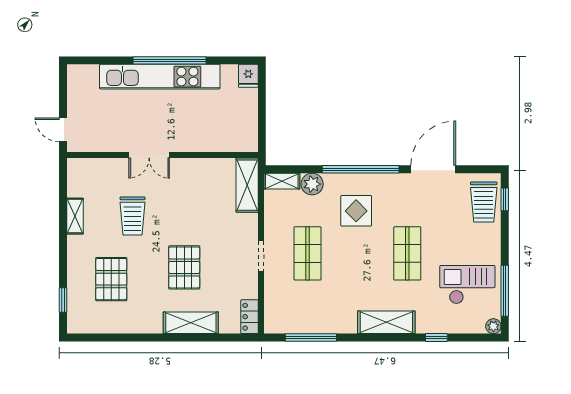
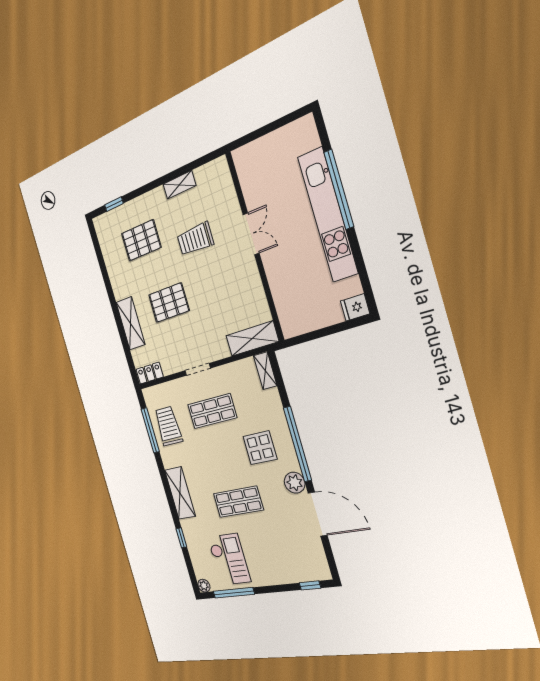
window: (169, 60) -> (339, 190), moved
door: (63, 130) -> (249, 138), removed
double door: (149, 155) -> (251, 234), swing flipped
plant: (312, 184) -> (295, 483), moved
trolley: (484, 202) -> (168, 426), moved, turned 90

